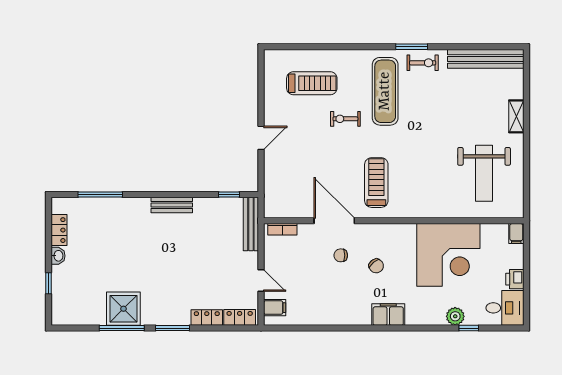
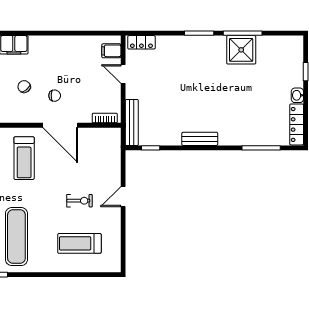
exercise bike: (345, 119) -> (80, 201), moved
locker: (59, 230) -> (297, 124), width x1.53
locker: (207, 318) -> (170, 42), removed

